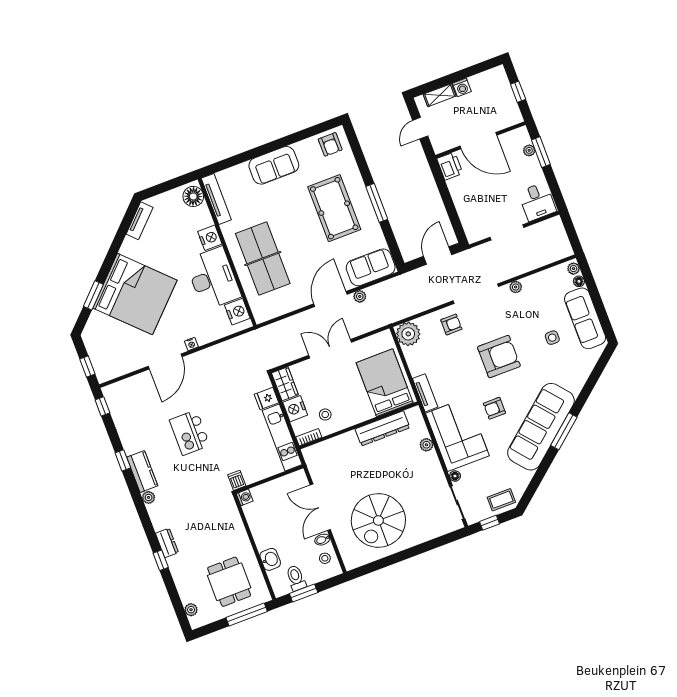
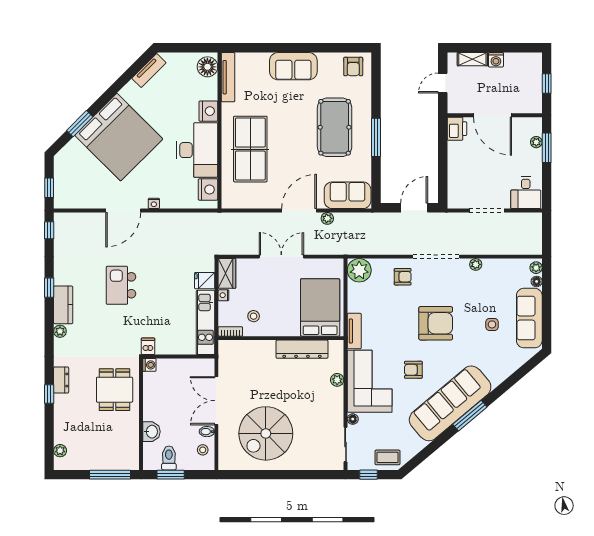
nightstand: (295, 409) -> (223, 295), width x0.53, depth x0.56
dining table: (229, 582) -> (115, 390), moved

